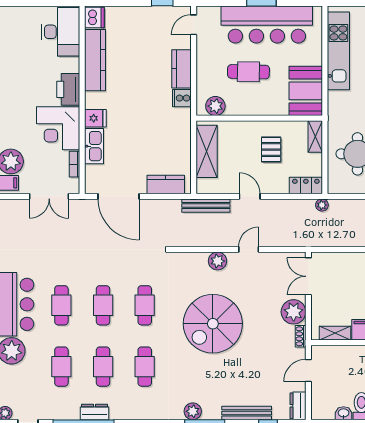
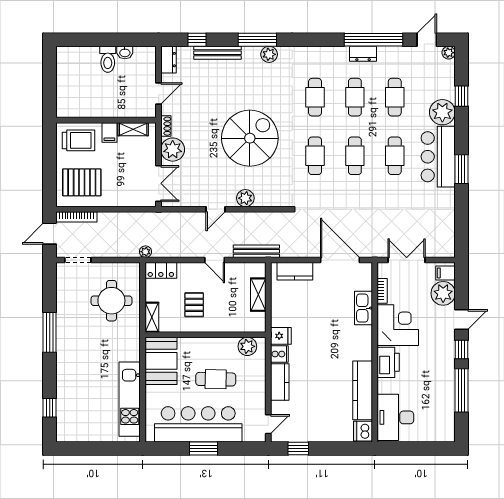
fridge: (95, 118) -> (281, 336), moved, turned 180
shelving: (207, 151) -> (258, 295), width x0.67, depth x0.75

